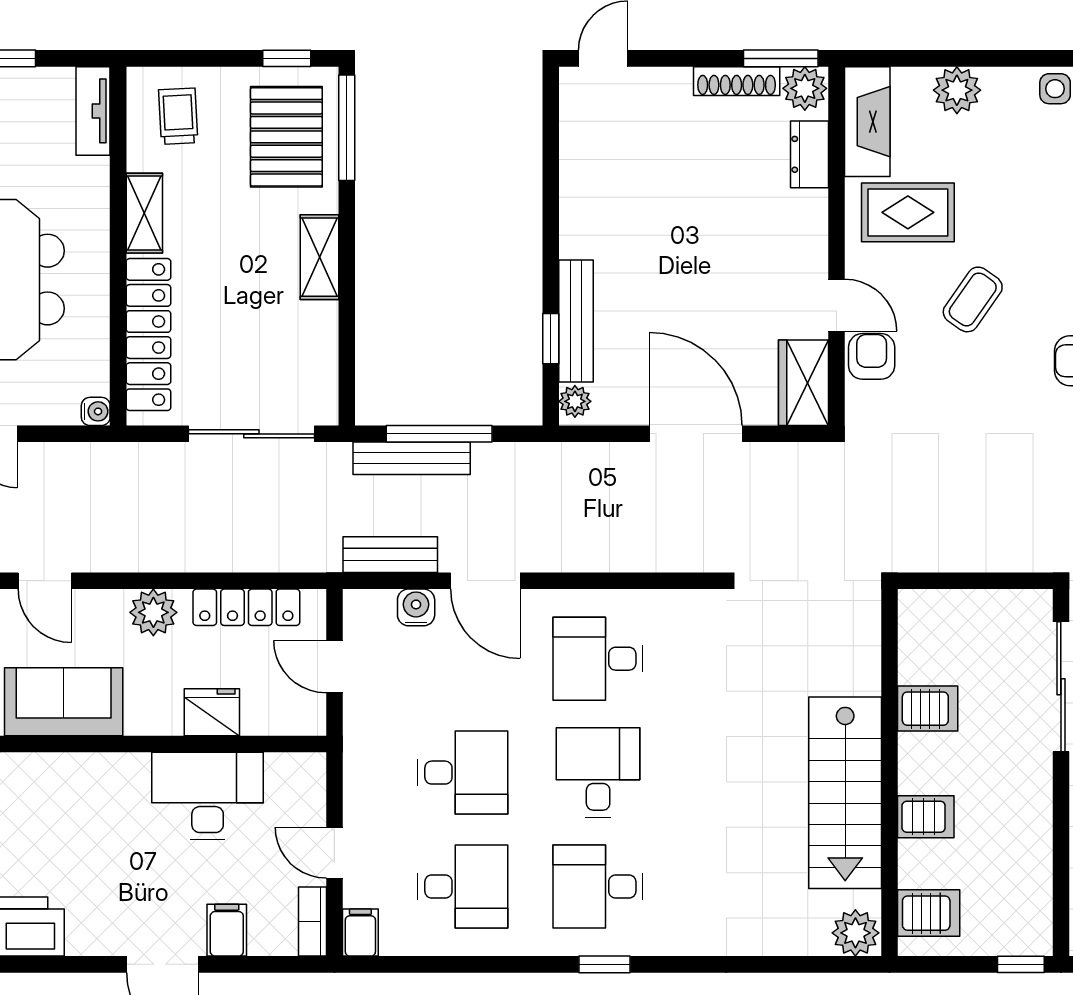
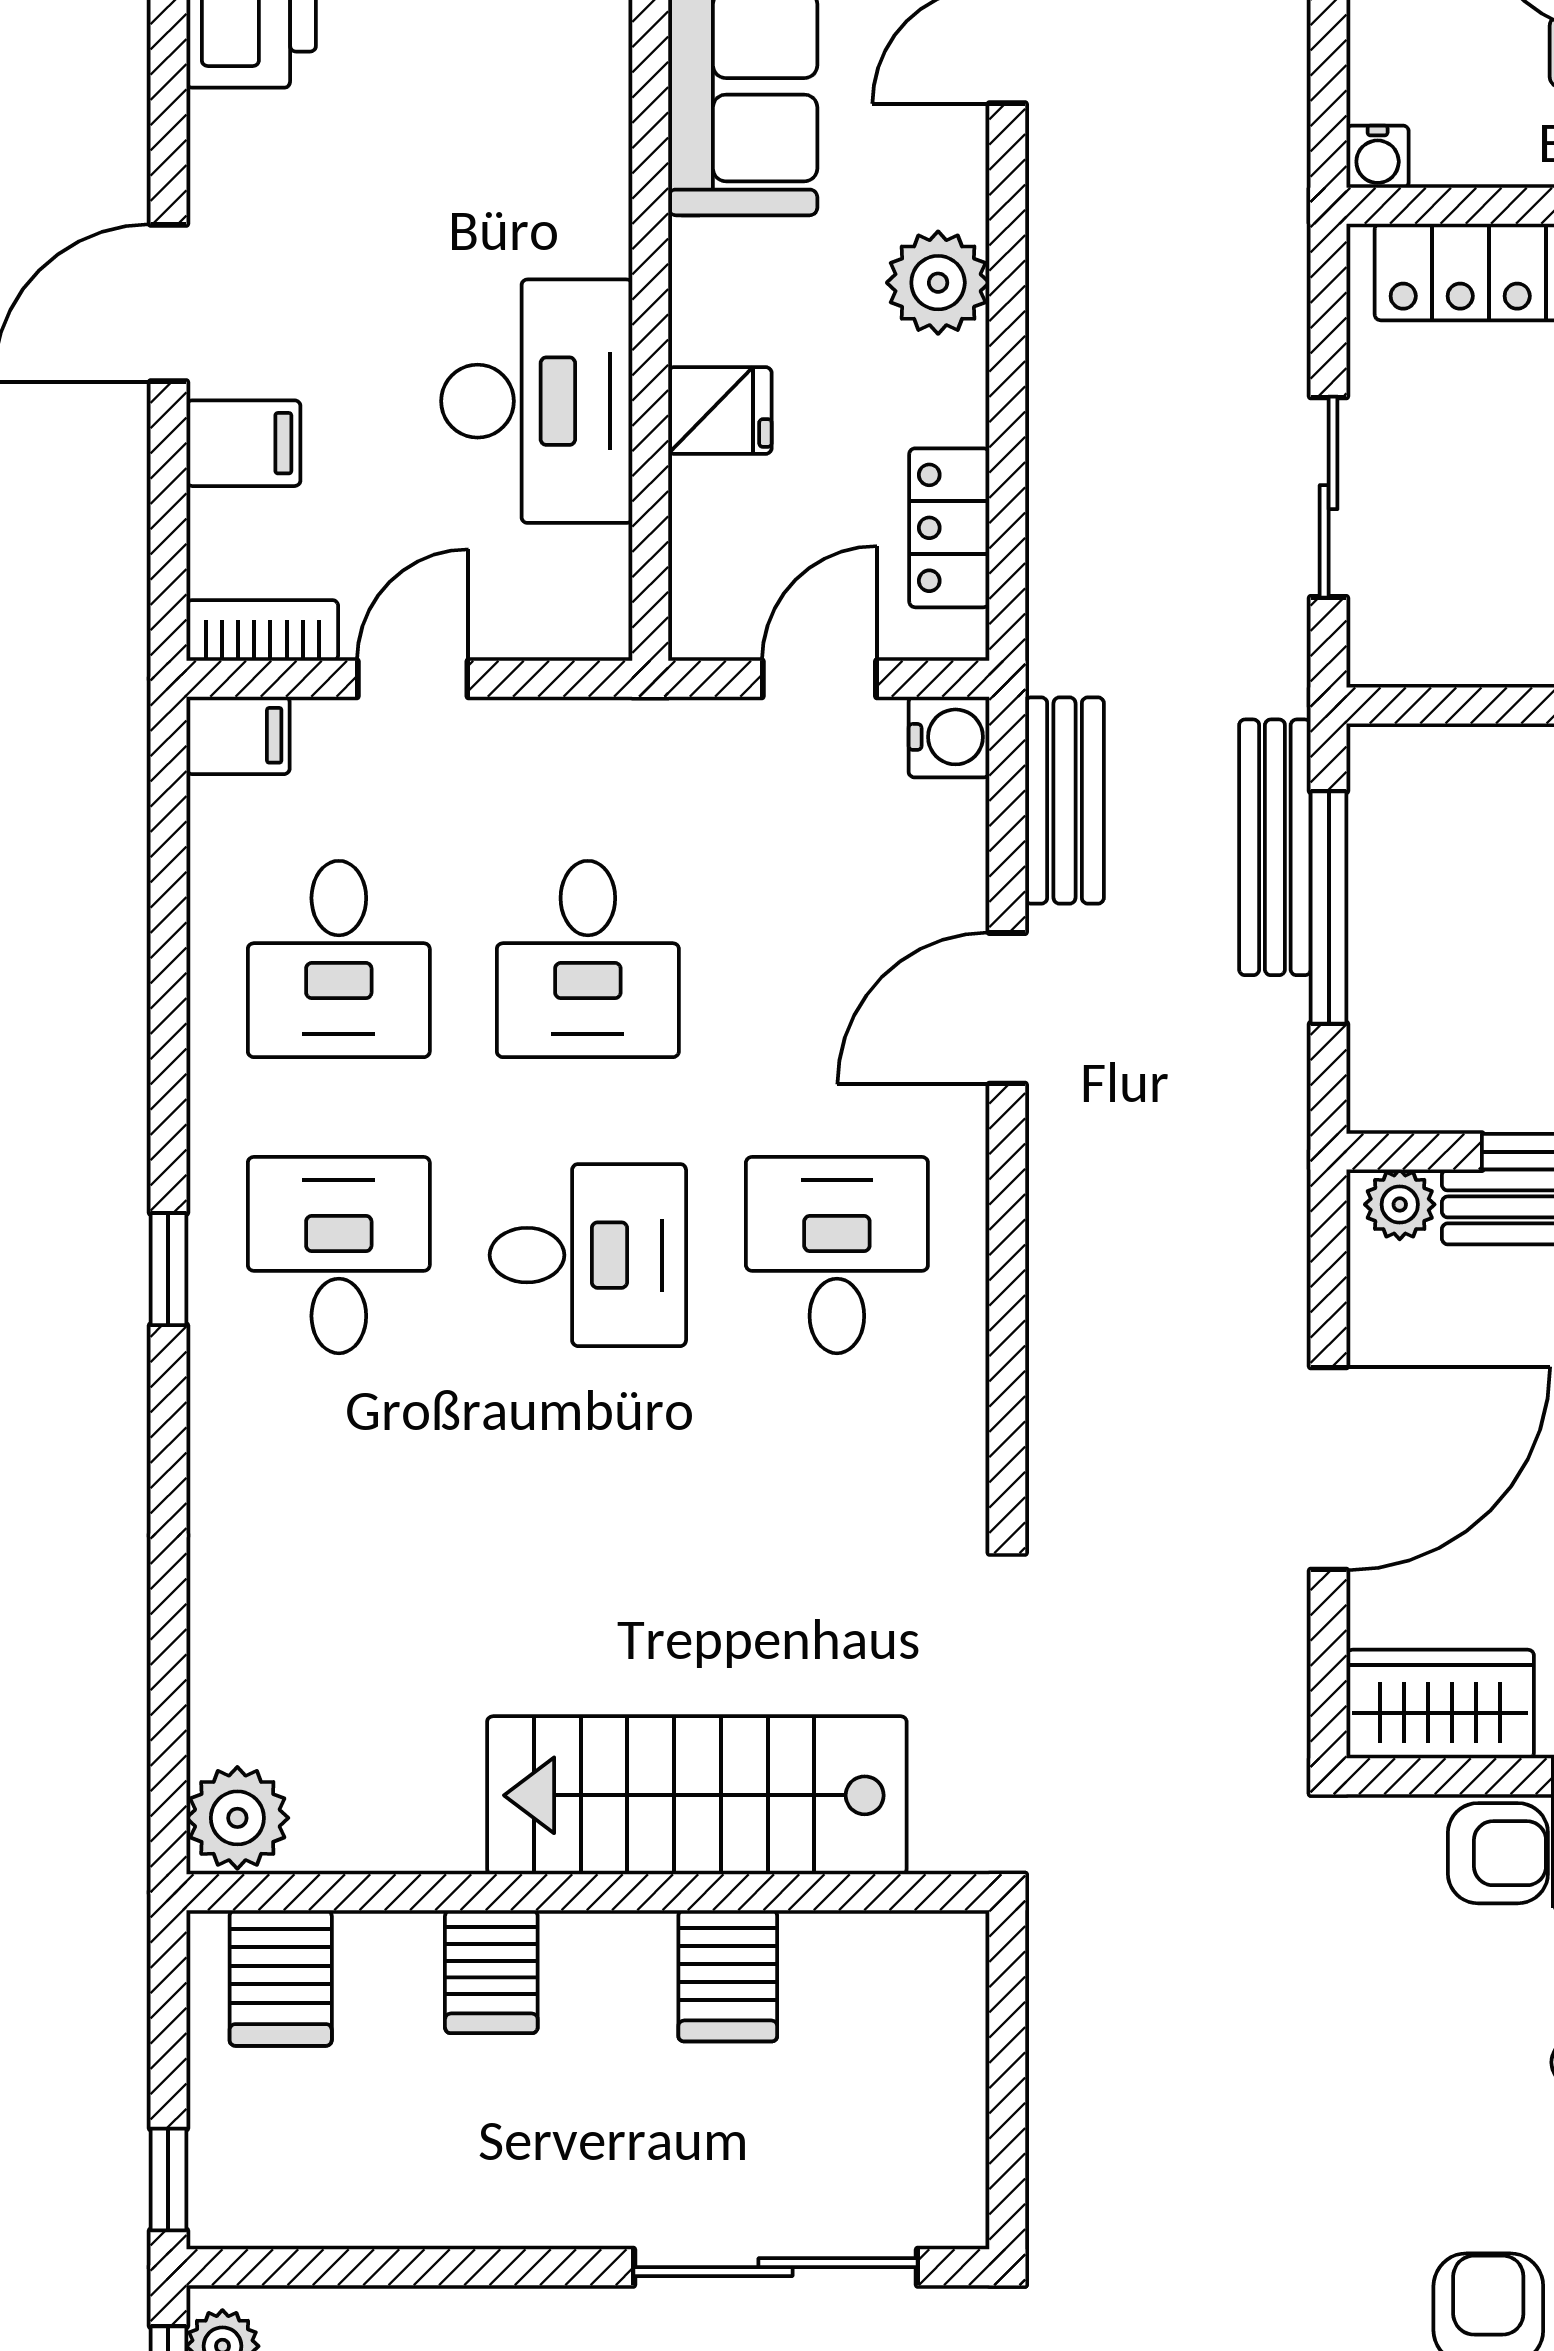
sliding door: (251, 434) -> (1329, 497), width x0.73
locker: (246, 607) -> (949, 528), width x0.66
water cooler: (416, 607) -> (949, 737), moved
fridge: (212, 712) -> (720, 410), width x0.72
stairs: (845, 793) -> (697, 1795), moved

